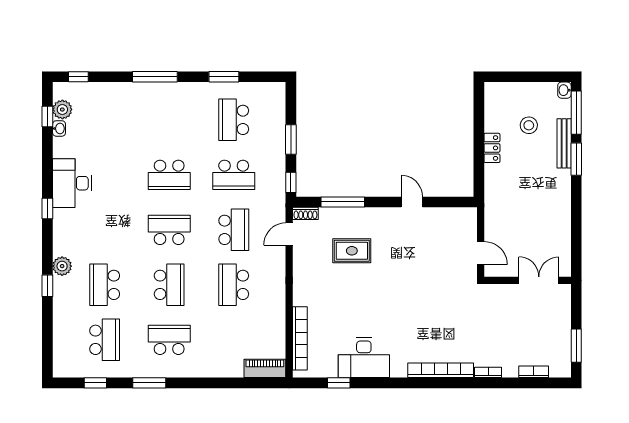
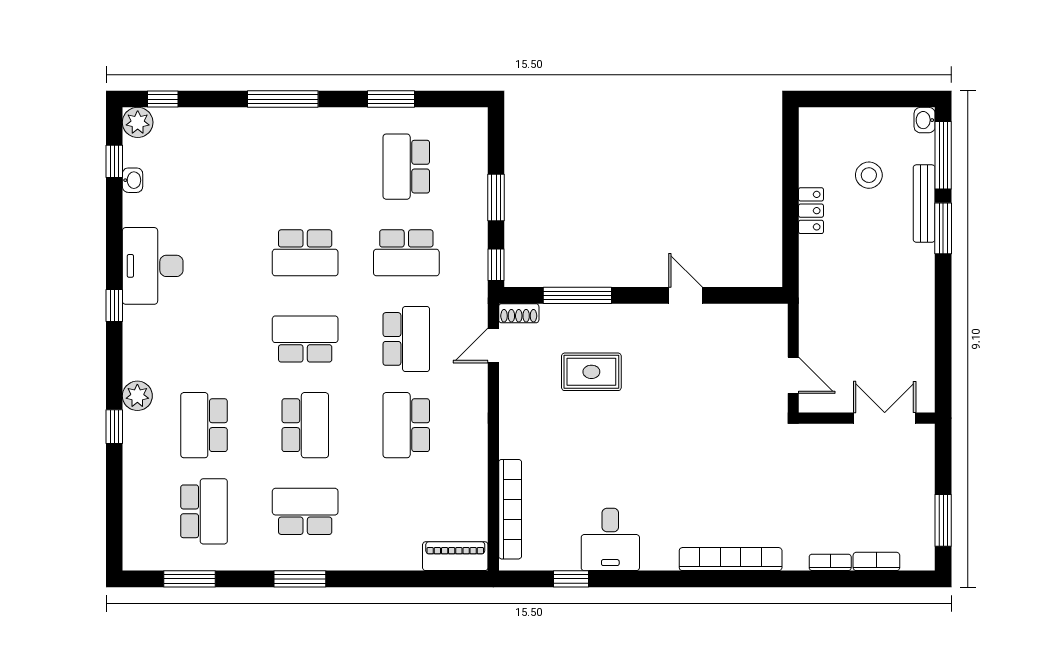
plant: (62, 110) -> (138, 122), moved
desk: (364, 358) -> (610, 539), width x0.73
bookcase: (488, 372) -> (830, 562), moved
window: (95, 383) -> (190, 579), width x1.50
window: (149, 383) -> (300, 579), moved

